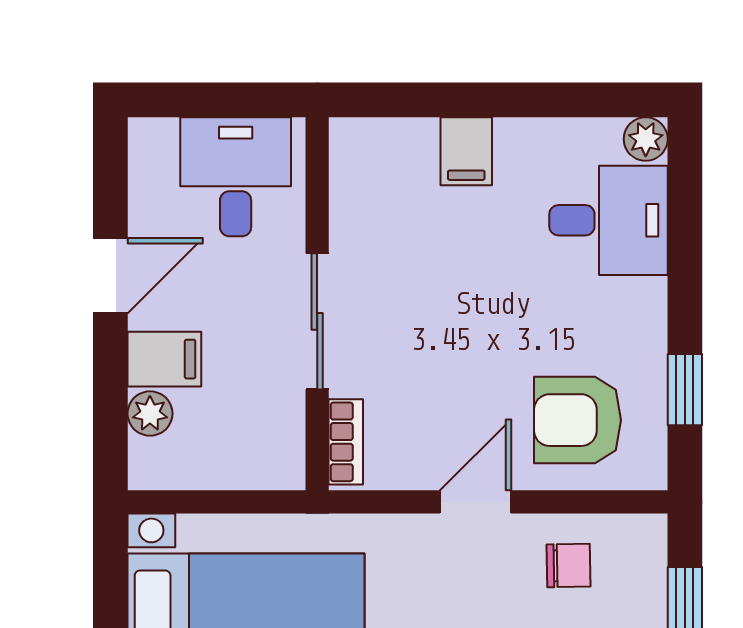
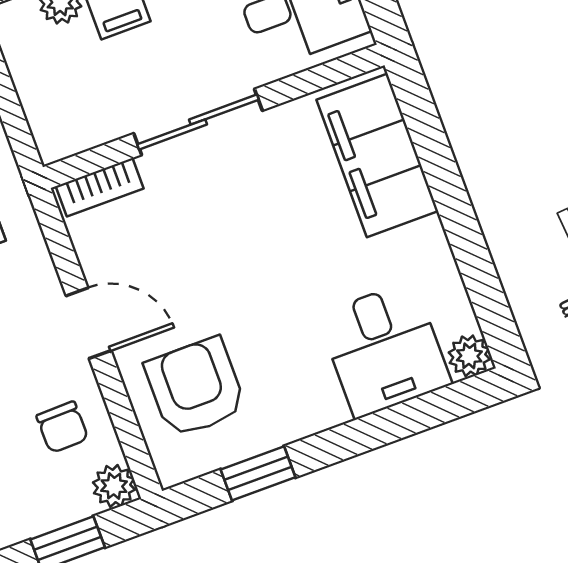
filing cabinet: (466, 151) -> (377, 155), width x3.00, depth x1.17
plant: (645, 536) -> (114, 486), added

